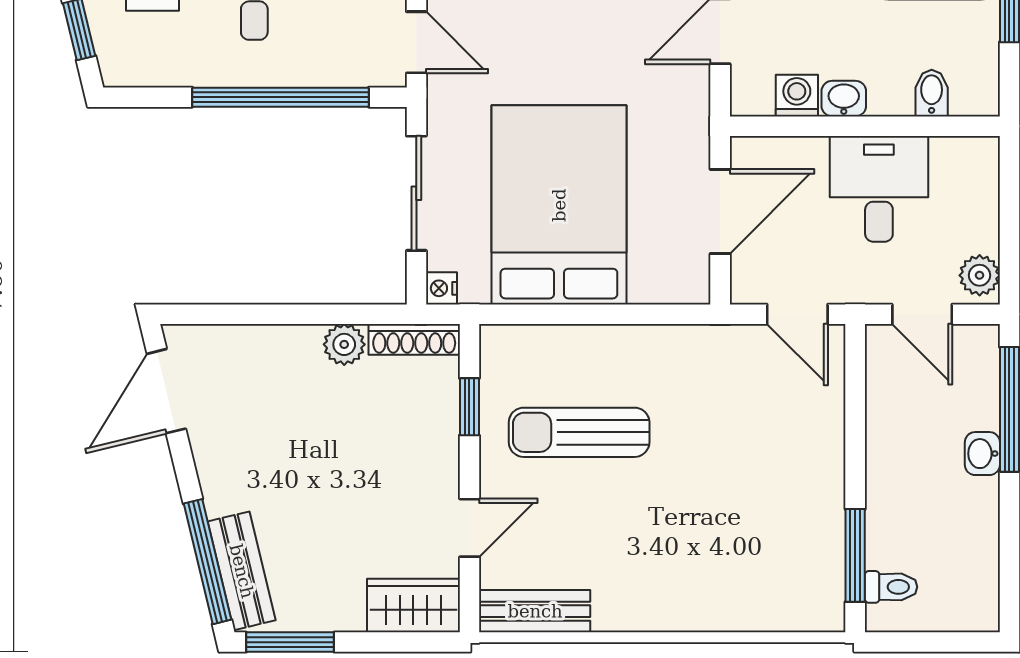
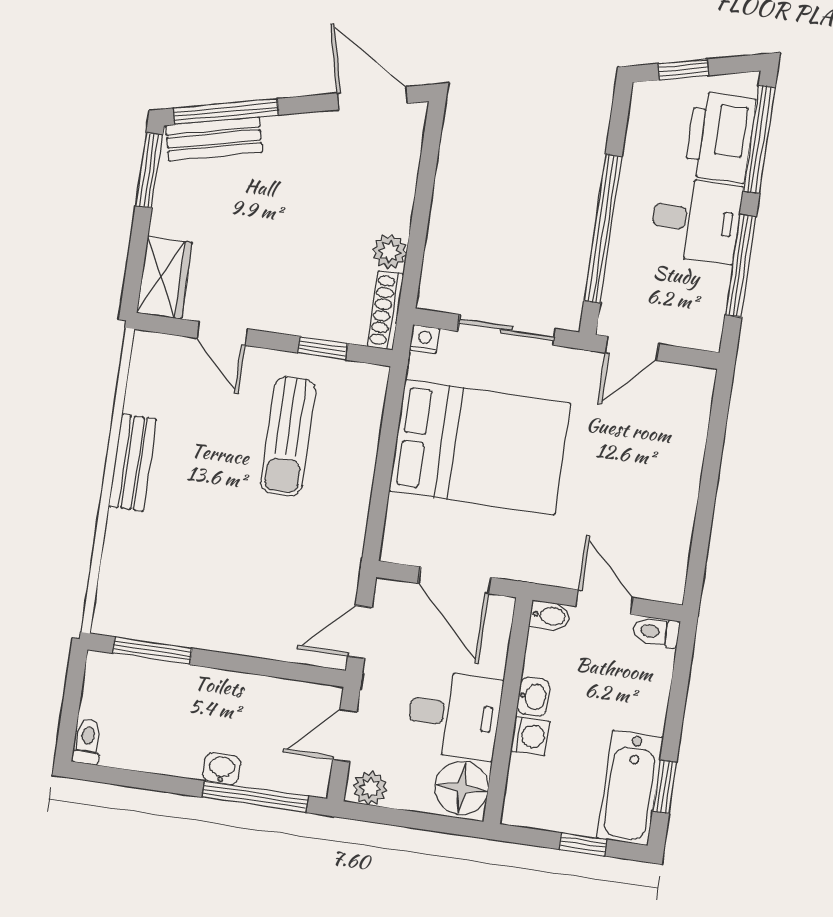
bidet: (932, 93) -> (550, 616), moved
washing machine: (797, 96) -> (530, 736), moved
floor lamp: (964, 167) -> (462, 788), added
sun lounger: (579, 432) -> (288, 436), turned 180
toilet: (891, 587) -> (87, 742), moved, turned 180
bench: (535, 611) -> (133, 463), moved

